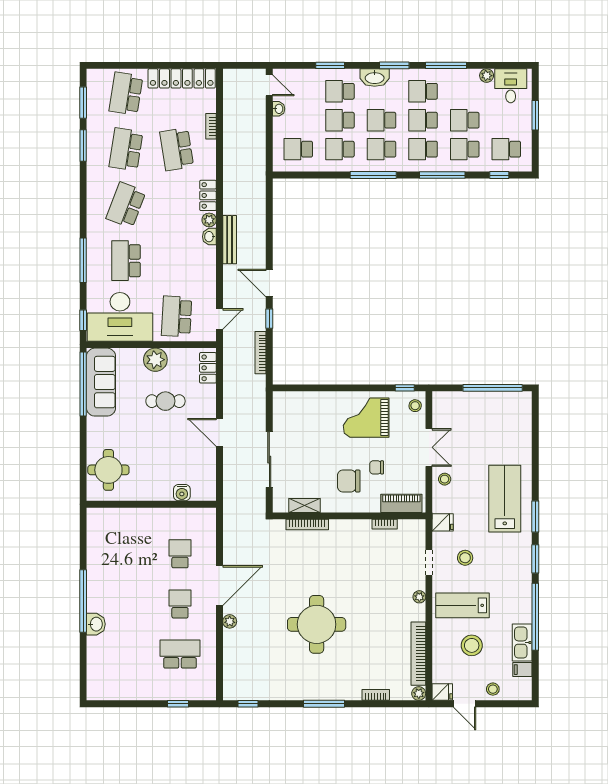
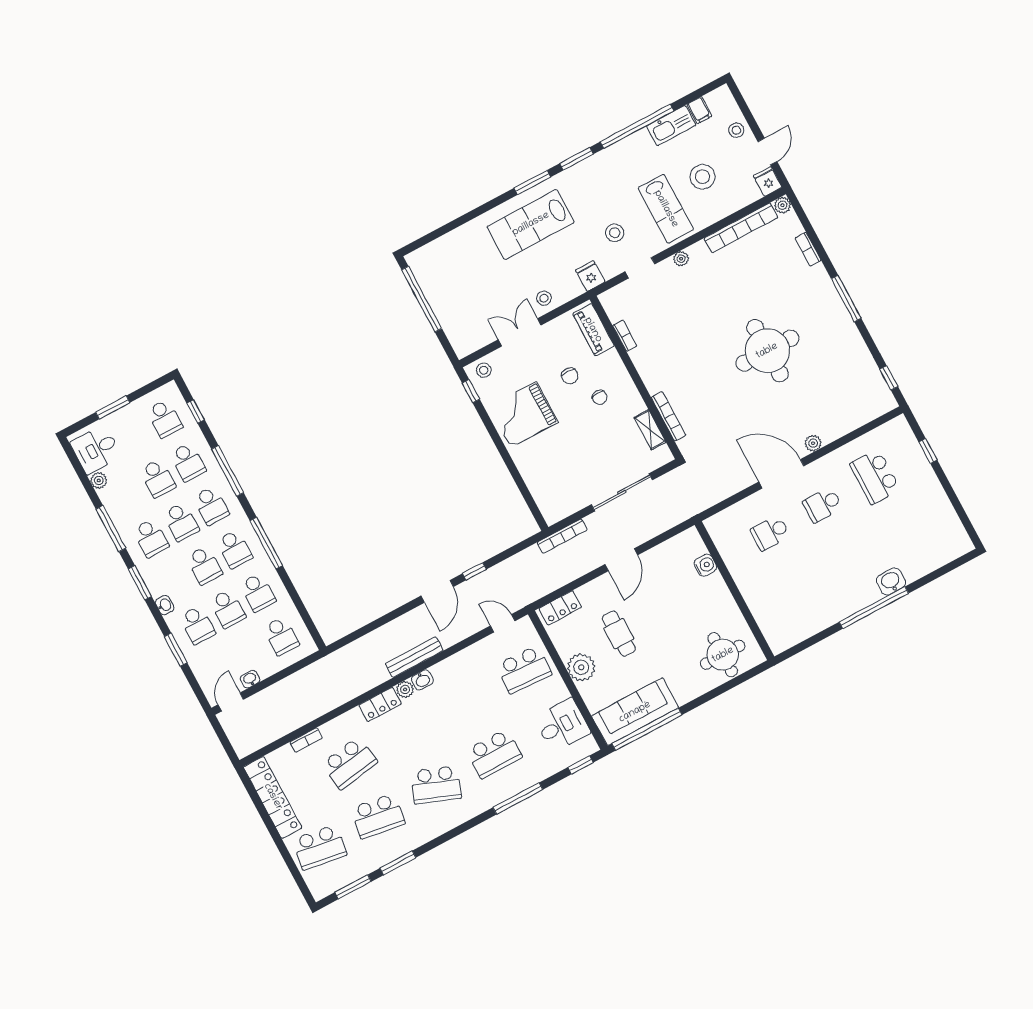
washbasin: (375, 78) -> (165, 605), width x0.52, depth x0.69
desk: (120, 317) -> (562, 725), width x0.53, depth x0.77
bookcase: (261, 353) -> (562, 536), moved
grand piano: (366, 418) -> (524, 415), turned 90
chair: (349, 481) -> (600, 397), width x0.54, depth x0.54

